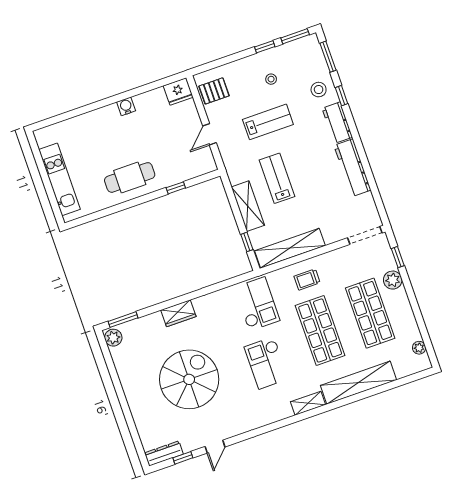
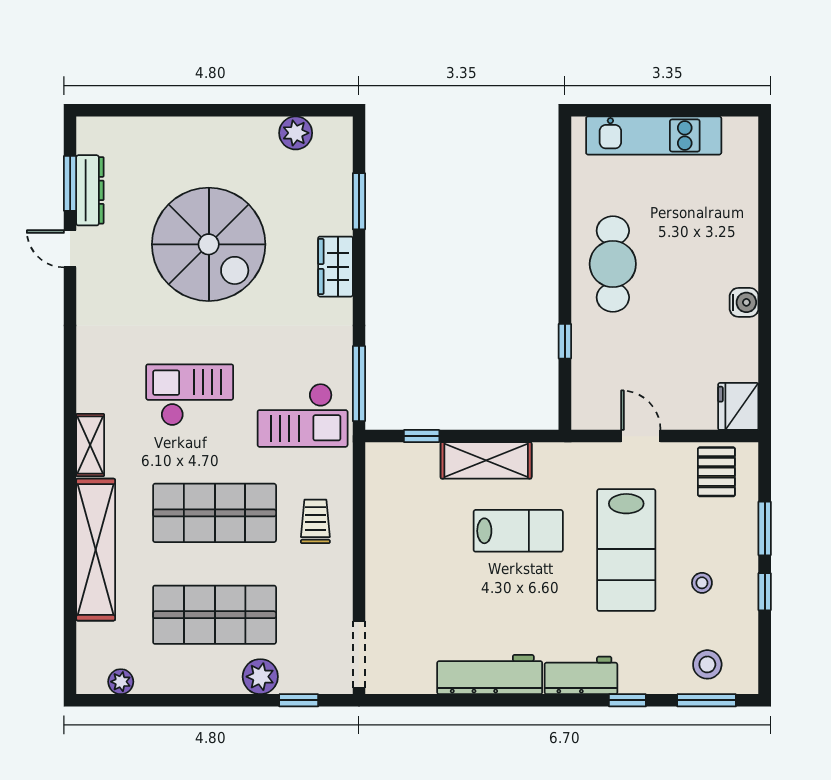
window: (295, 36) -> (765, 528), moved
stool: (319, 90) -> (707, 664), moved
lab bench: (268, 122) -> (626, 550), width x1.36, depth x1.39
shelving: (290, 248) -> (383, 510), removed
window: (232, 282) -> (359, 384), added
window: (123, 320) -> (359, 201), moved
plant: (113, 338) -> (296, 133), moved
dresser: (164, 454) -> (90, 190), moved
window: (183, 458) -> (70, 183), width x1.50

